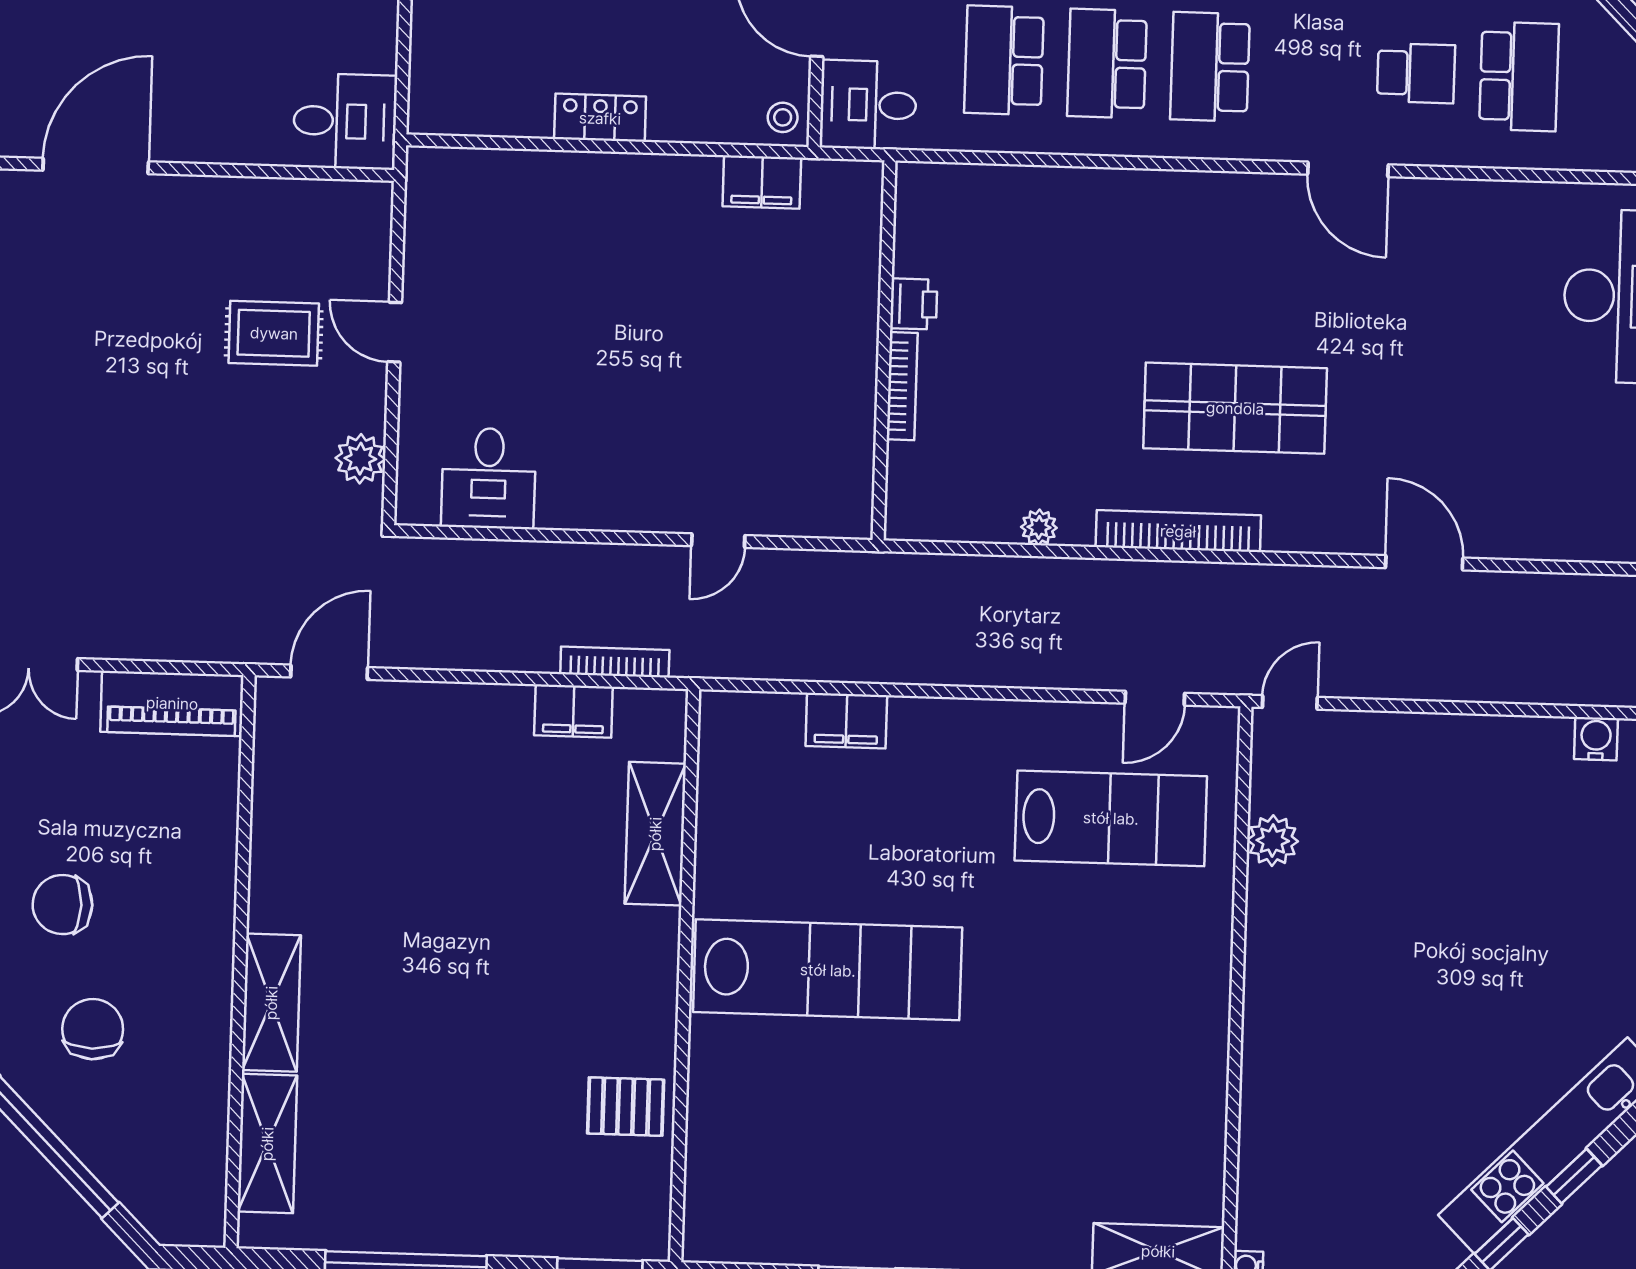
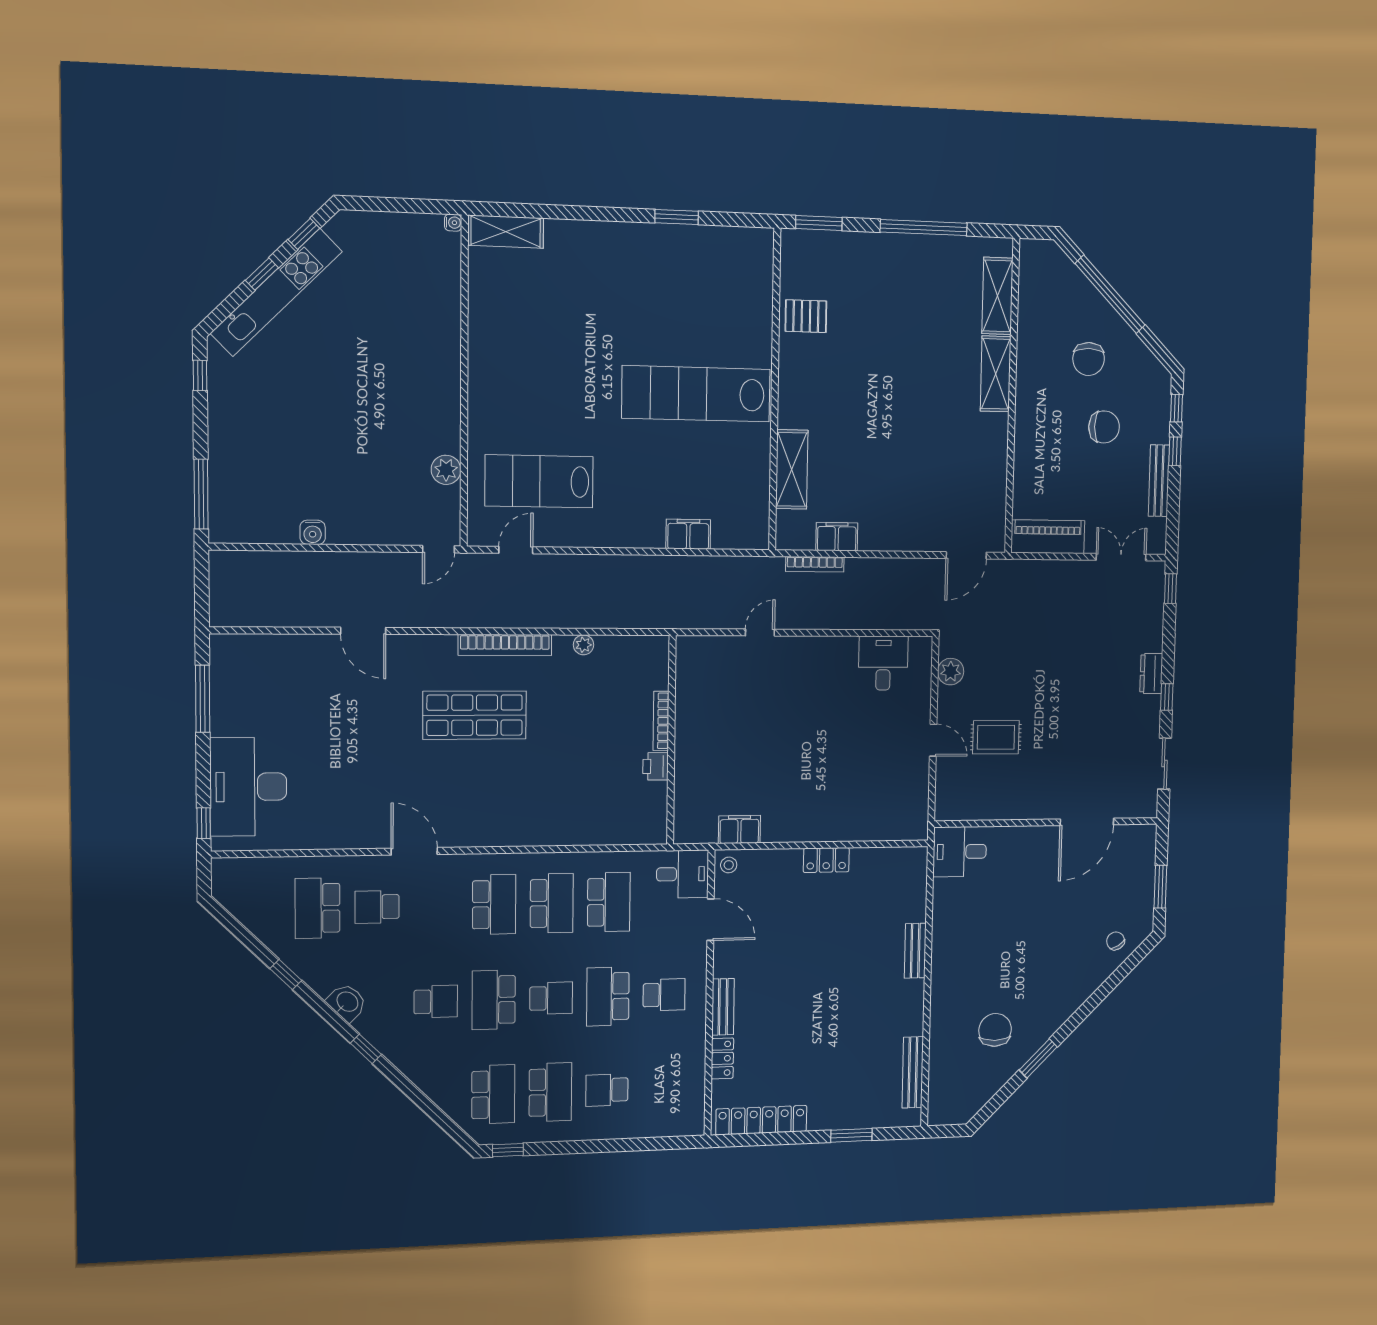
water cooler: (1596, 739) -> (313, 532), moved

